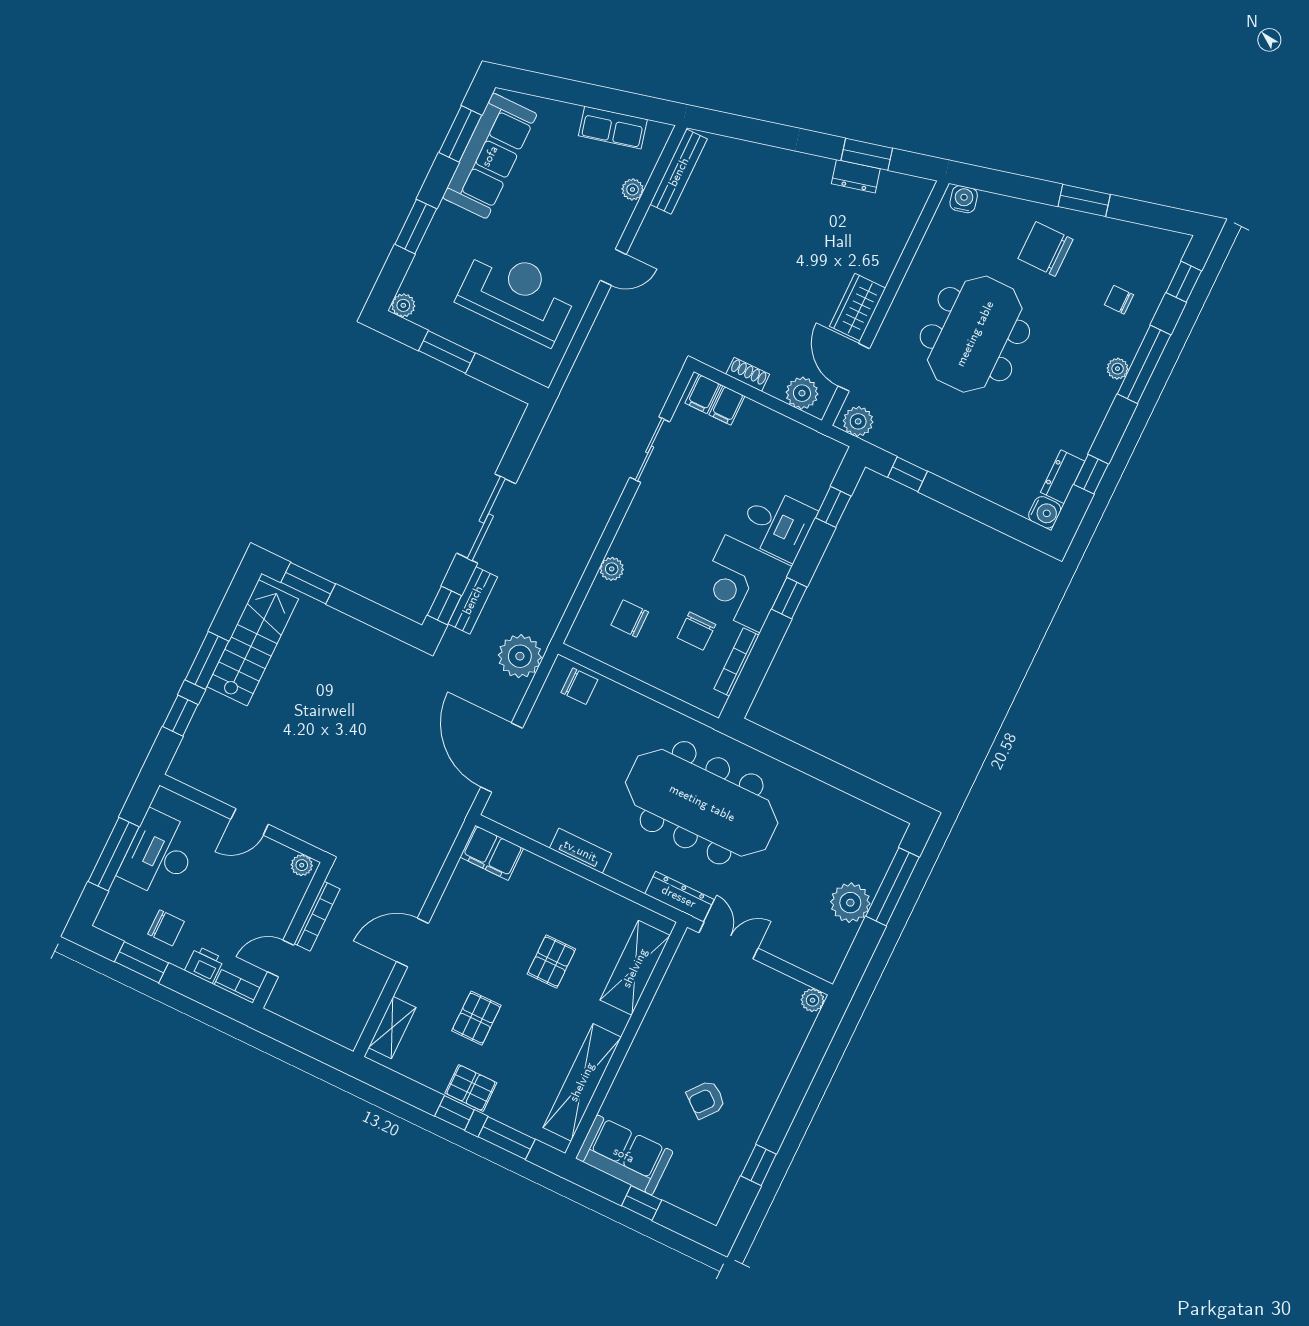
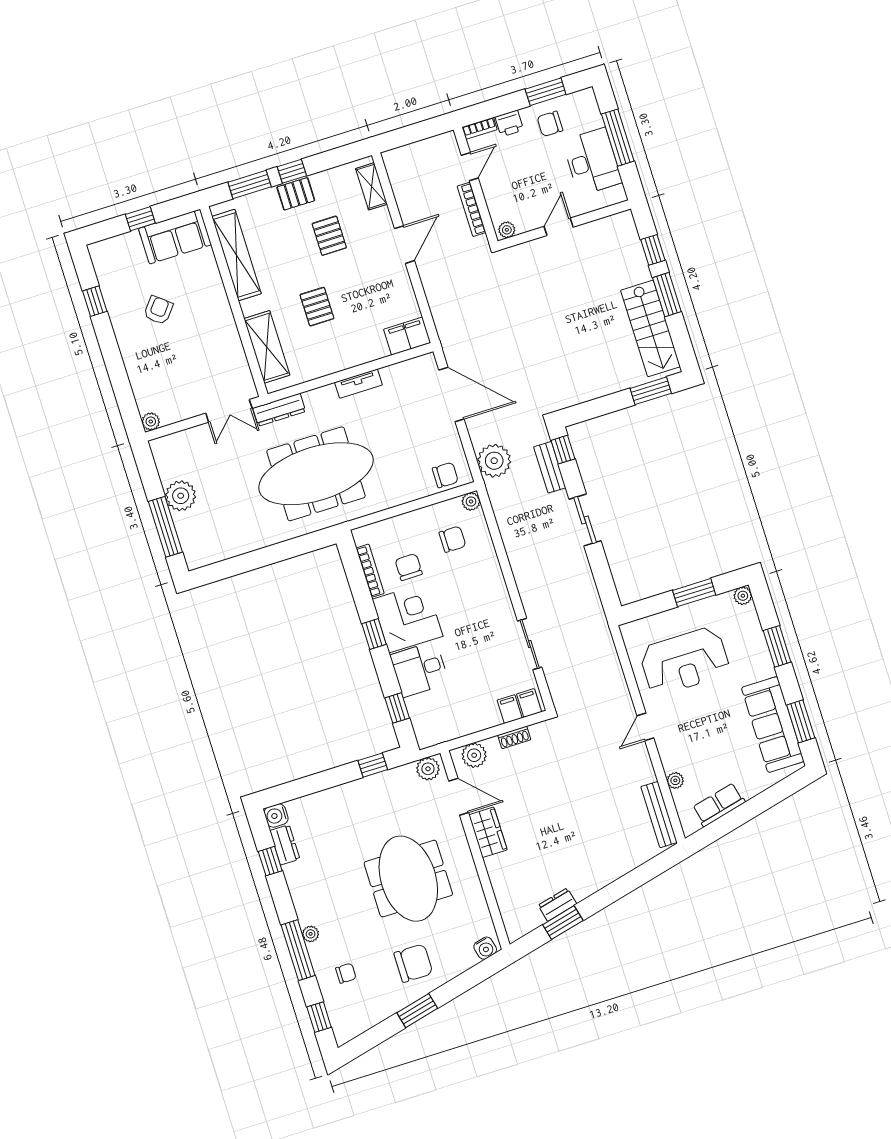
sliding door: (486, 518) -> (585, 520), width x0.73
plant: (612, 569) -> (471, 501), moved
chair: (579, 686) -> (445, 475), turned 180

